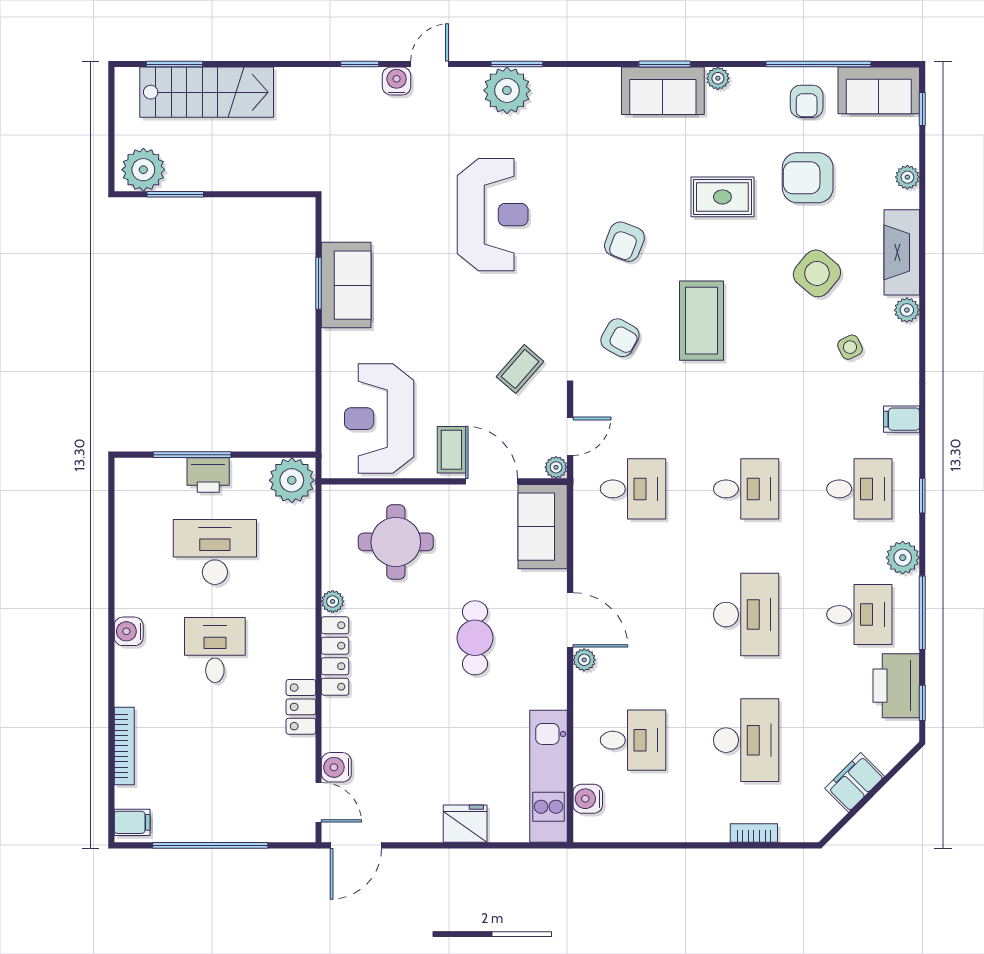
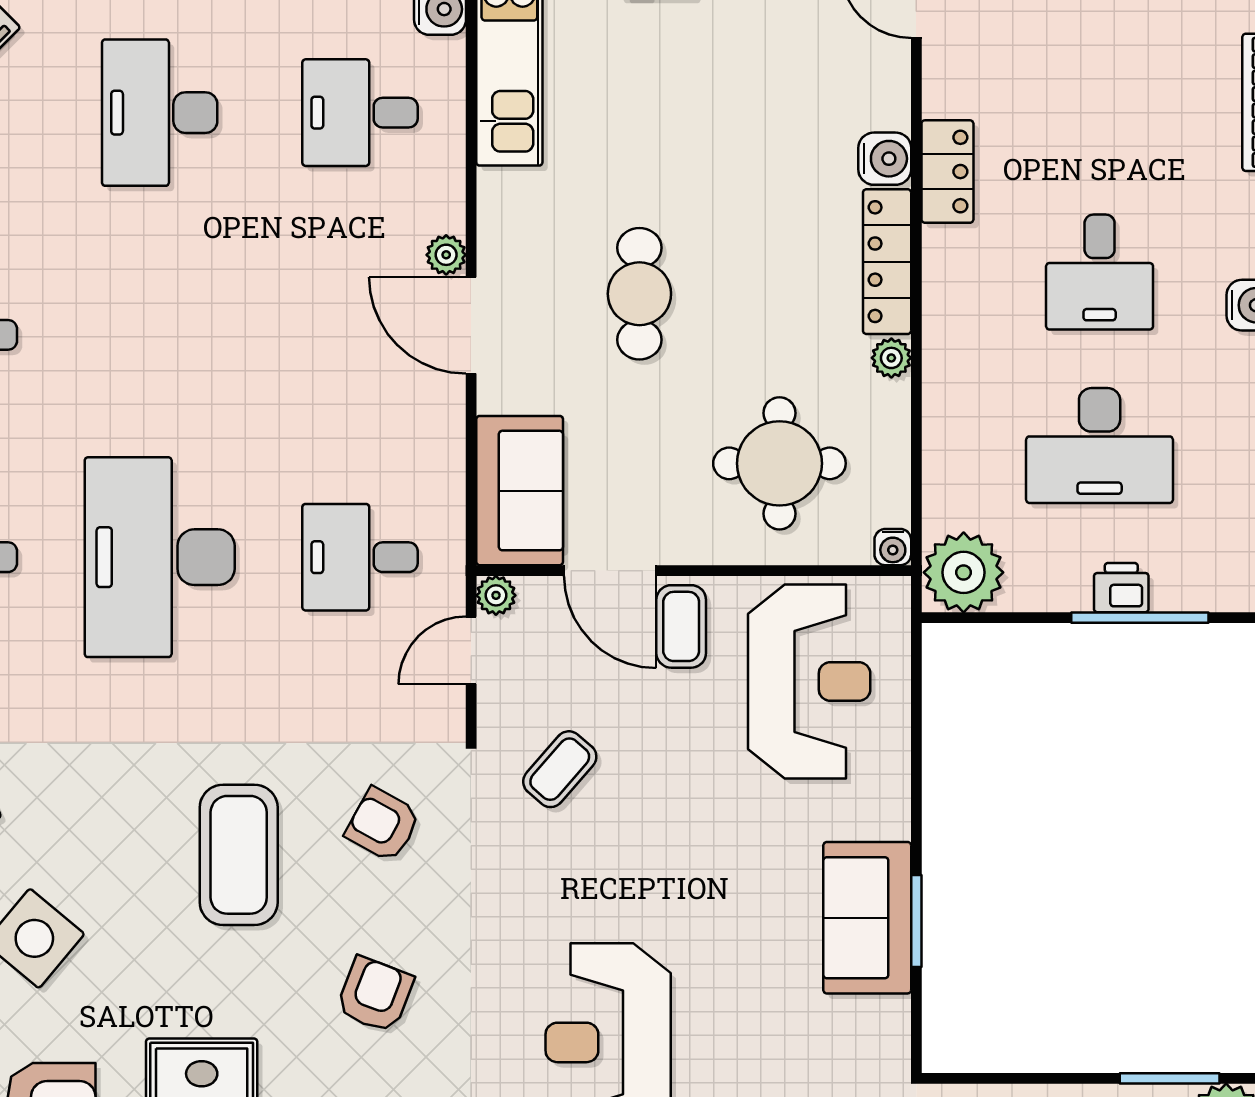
printer: (208, 475) -> (1121, 588), width x0.73, depth x0.81
desk: (746, 489) -> (160, 557), width x1.87, depth x1.30
water cooler: (332, 495) -> (893, 547), added
desk: (746, 615) -> (160, 335), removed
water cooler: (336, 767) -> (885, 159), moved

